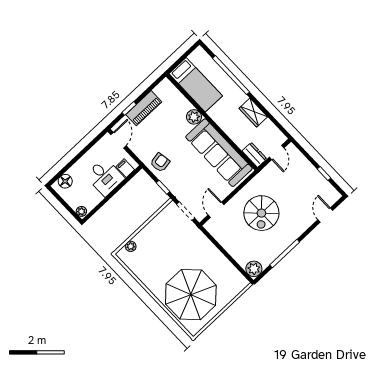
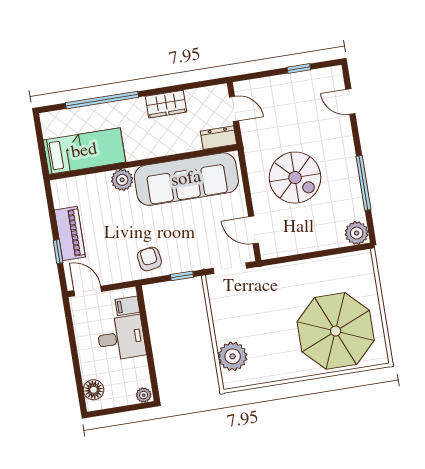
plant: (131, 246) -> (233, 356), width x1.88, depth x1.88

